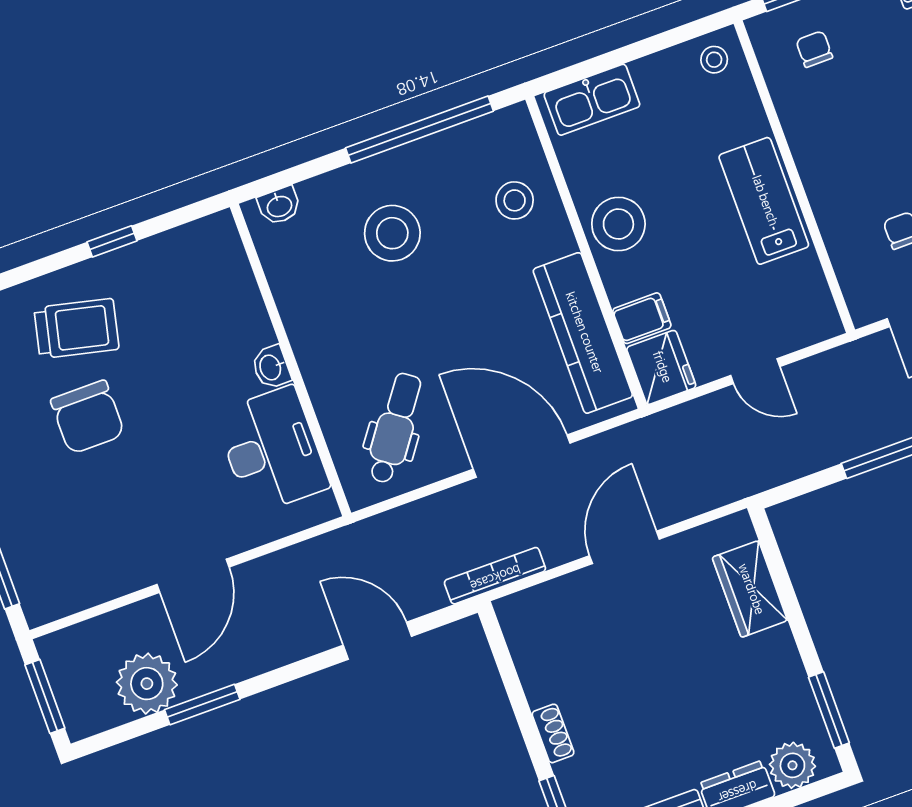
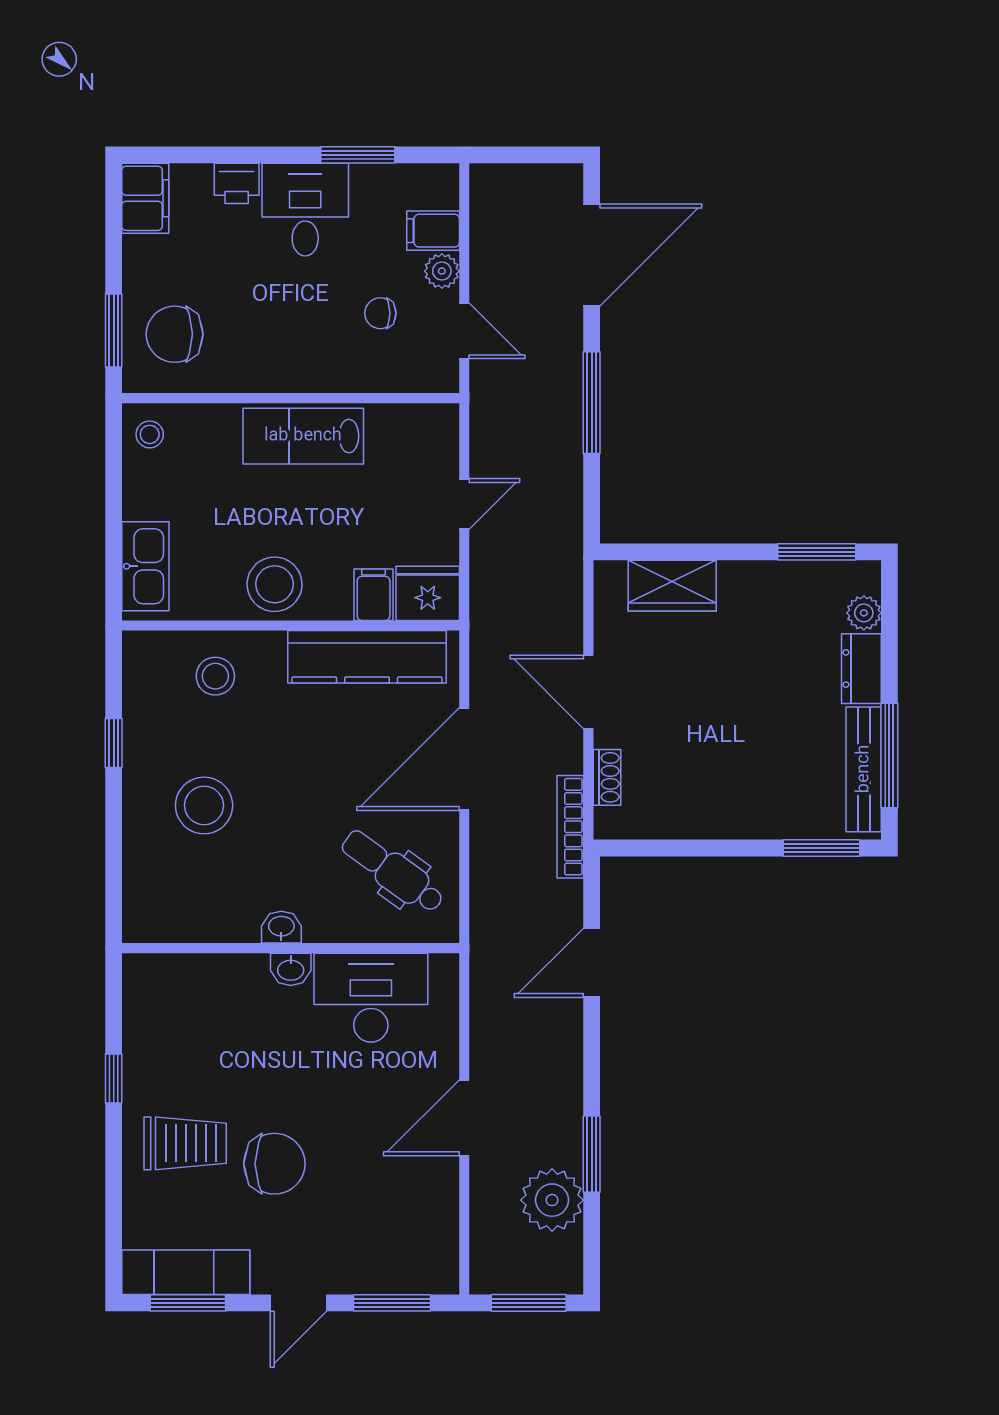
chair: (814, 49) -> (175, 334), width x1.87, depth x1.87
window: (419, 129) -> (114, 743), width x0.32
washbasin: (279, 206) -> (281, 927), moved, turned -90
trolley: (76, 329) -> (185, 1143), turned 77
door: (193, 576) -> (464, 1118), swing flipped
shoe rack: (553, 733) -> (607, 777), moved, turned 90
plant: (792, 765) -> (864, 613), width x0.73, depth x0.73

